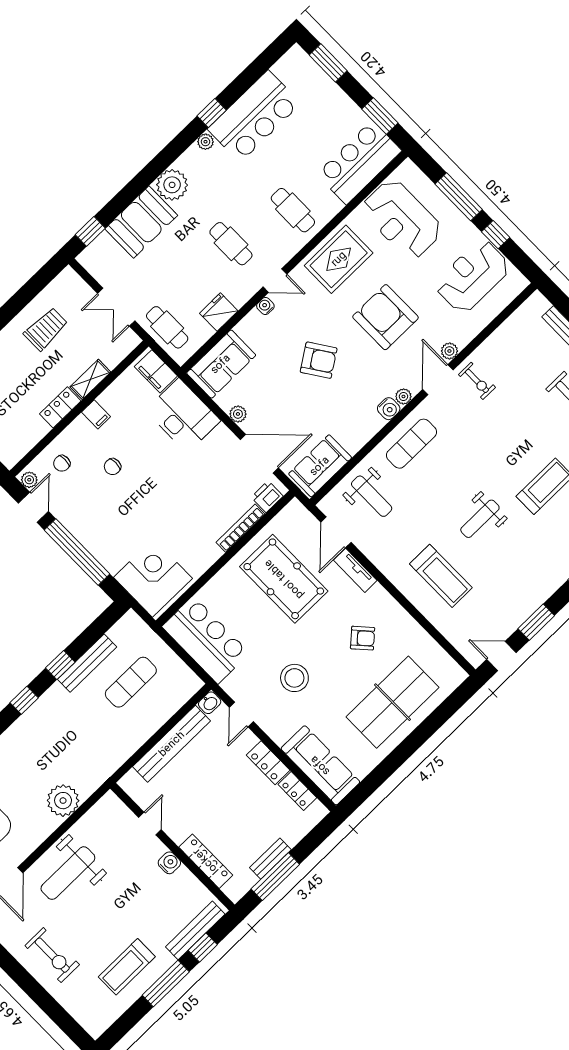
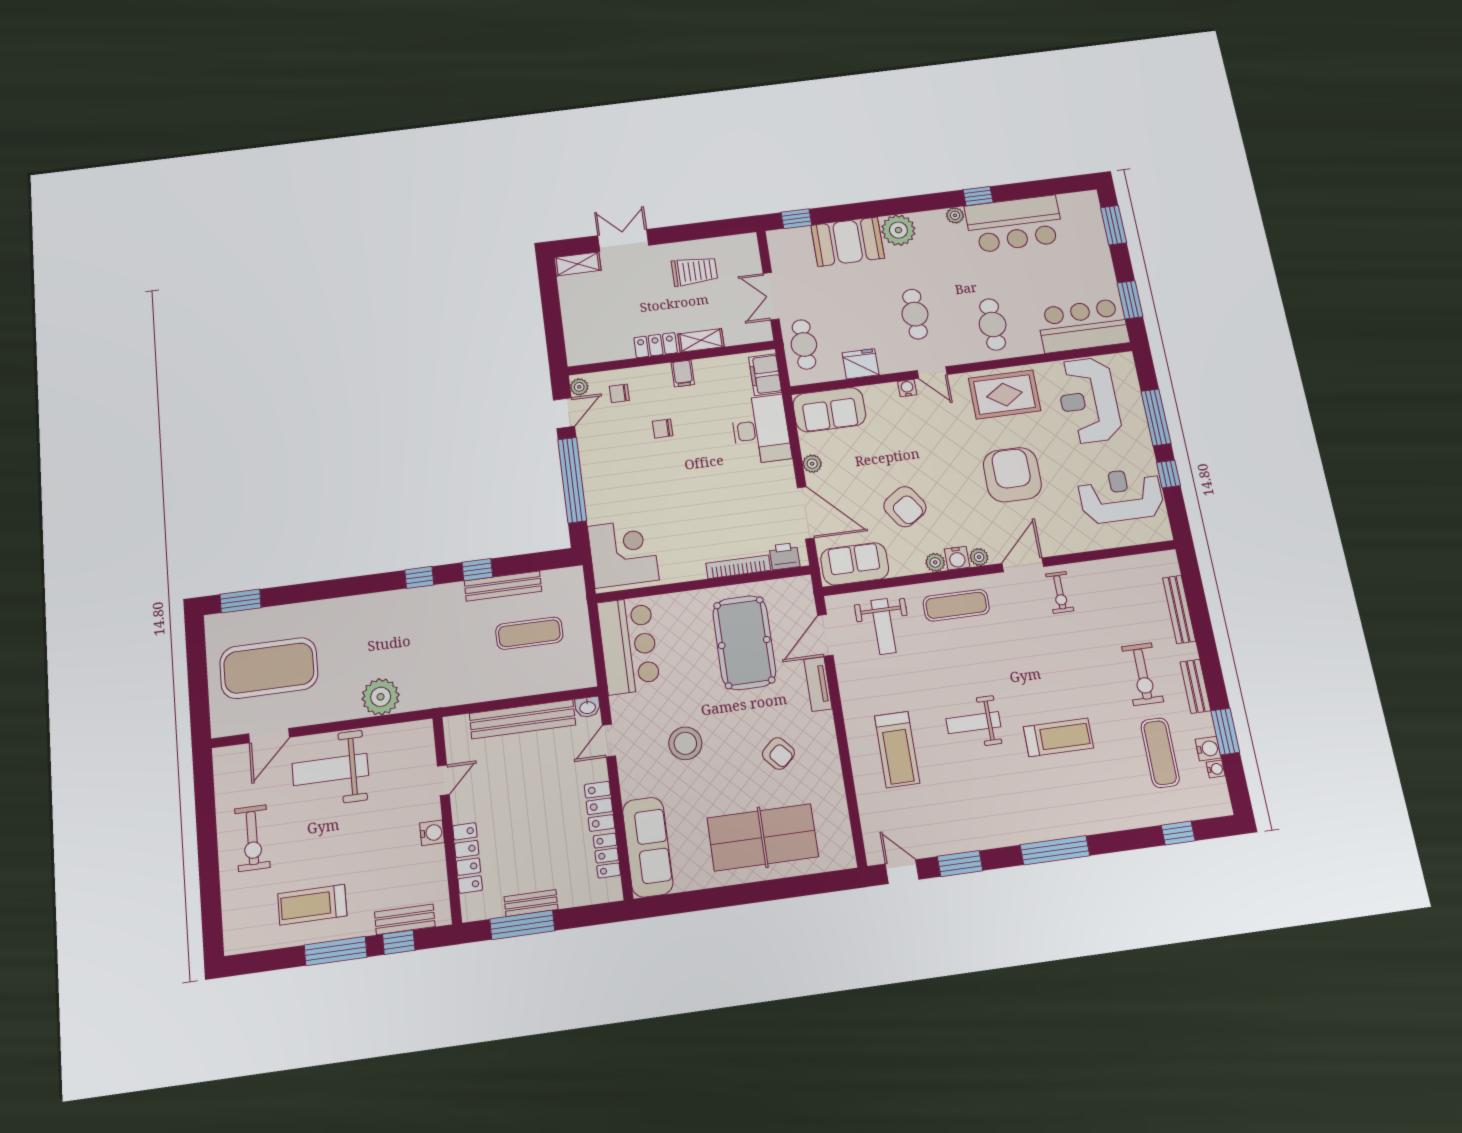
plant: (449, 351) -> (935, 562), moved
armchair: (319, 360) -> (905, 507), moved
bench: (195, 930) -> (405, 919), width x0.73

